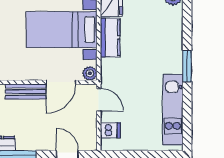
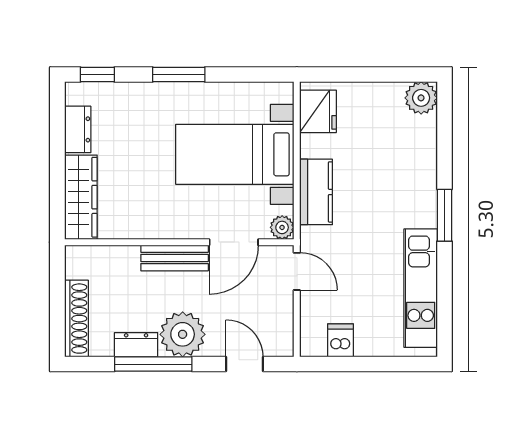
kitchen counter: (110, 37) -> (316, 192), moved
dishwasher: (110, 130) -> (340, 340), moved, turned -90
plant: (30, 137) -> (183, 334), added

